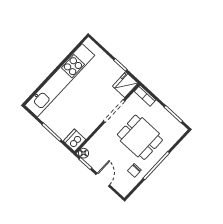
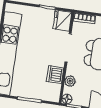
dishwasher: (75, 140) -> (55, 75), moved
plant: (97, 140) -> (70, 81), added

